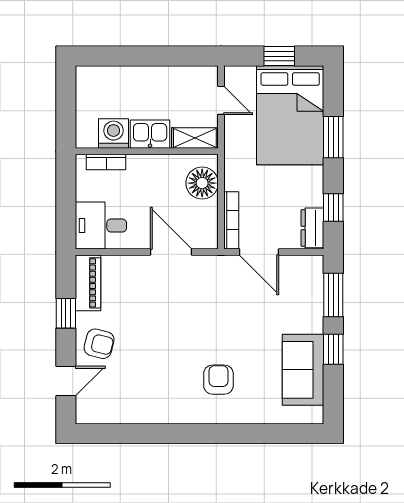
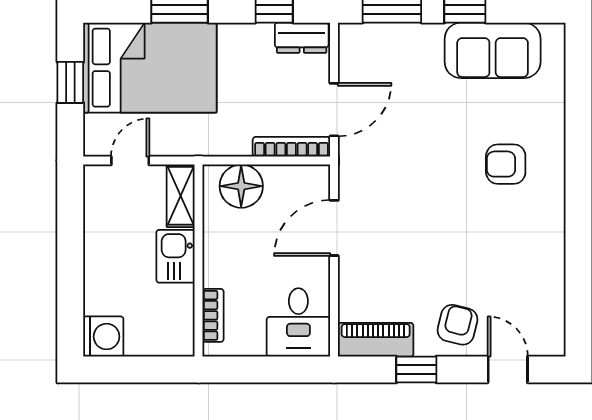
washing machine: (113, 134) -> (103, 337), moved, turned 180

